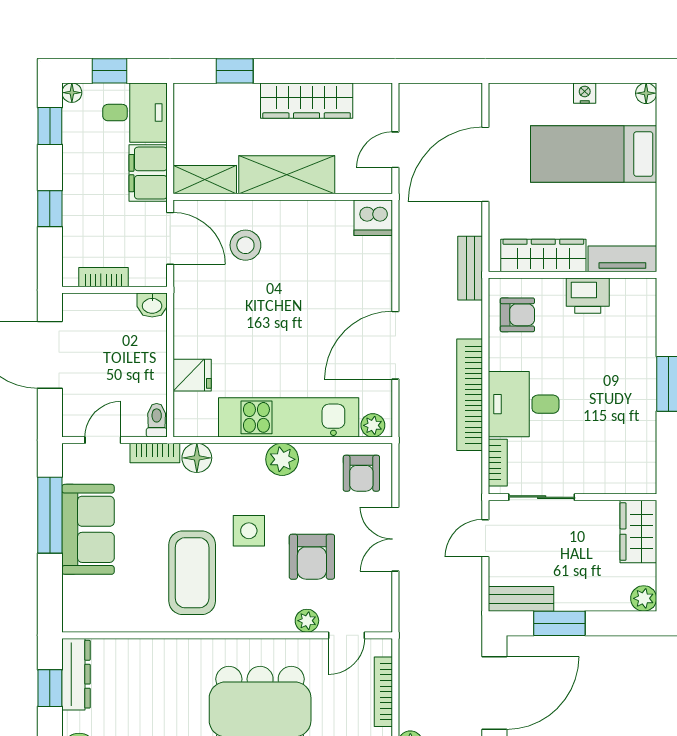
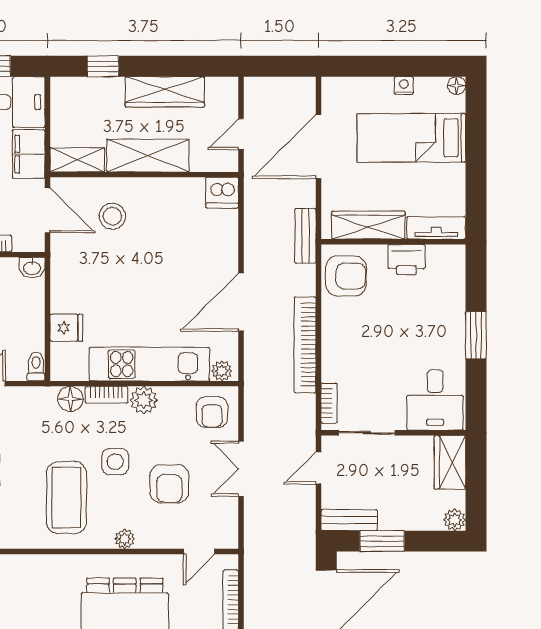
armchair: (517, 315) -> (346, 276), width x1.38, depth x1.38
desk: (524, 404) -> (435, 400), moved, turned -90
bookcase: (155, 453) -> (107, 395), moved
plant: (307, 621) -> (125, 539), moved

